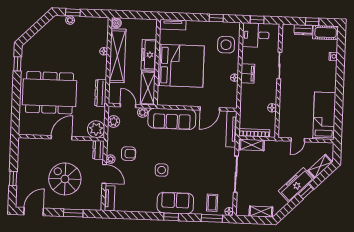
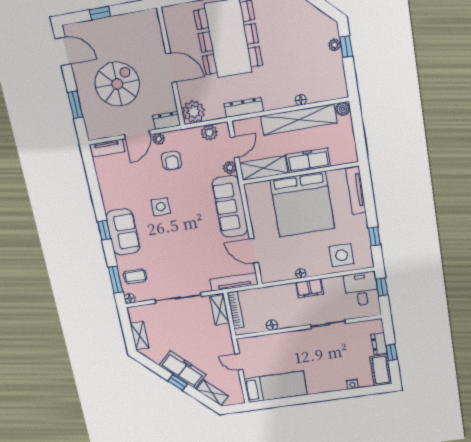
tv unit: (173, 25) -> (356, 190), width x1.41

